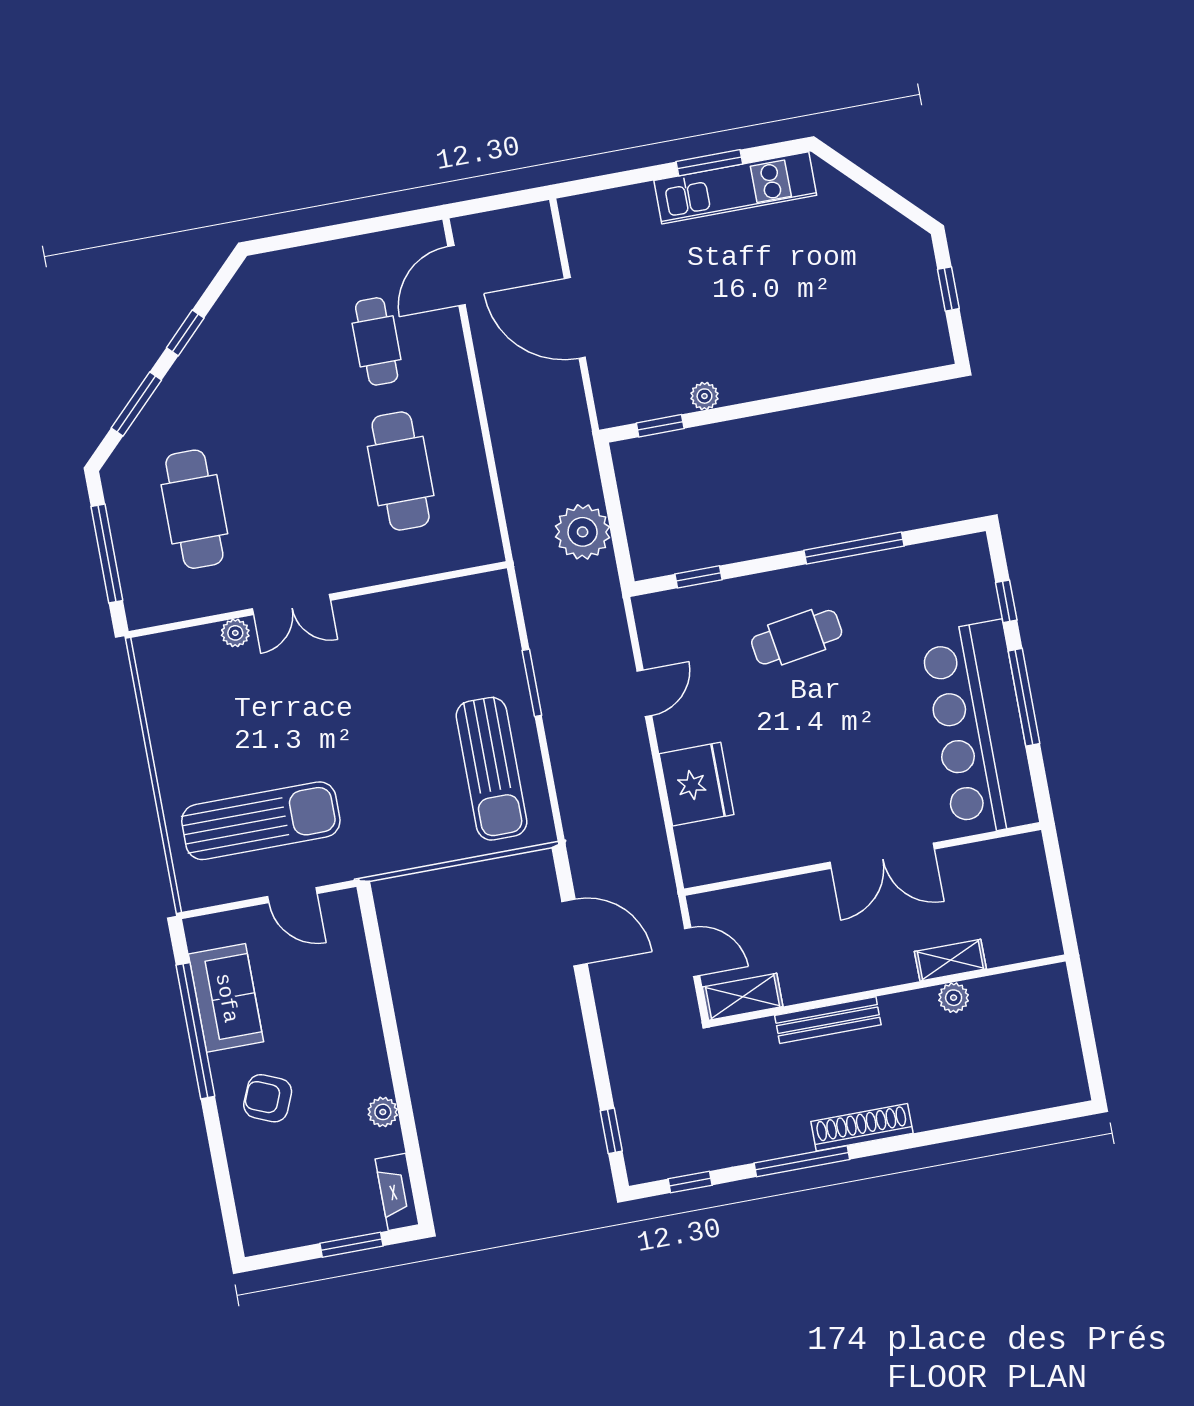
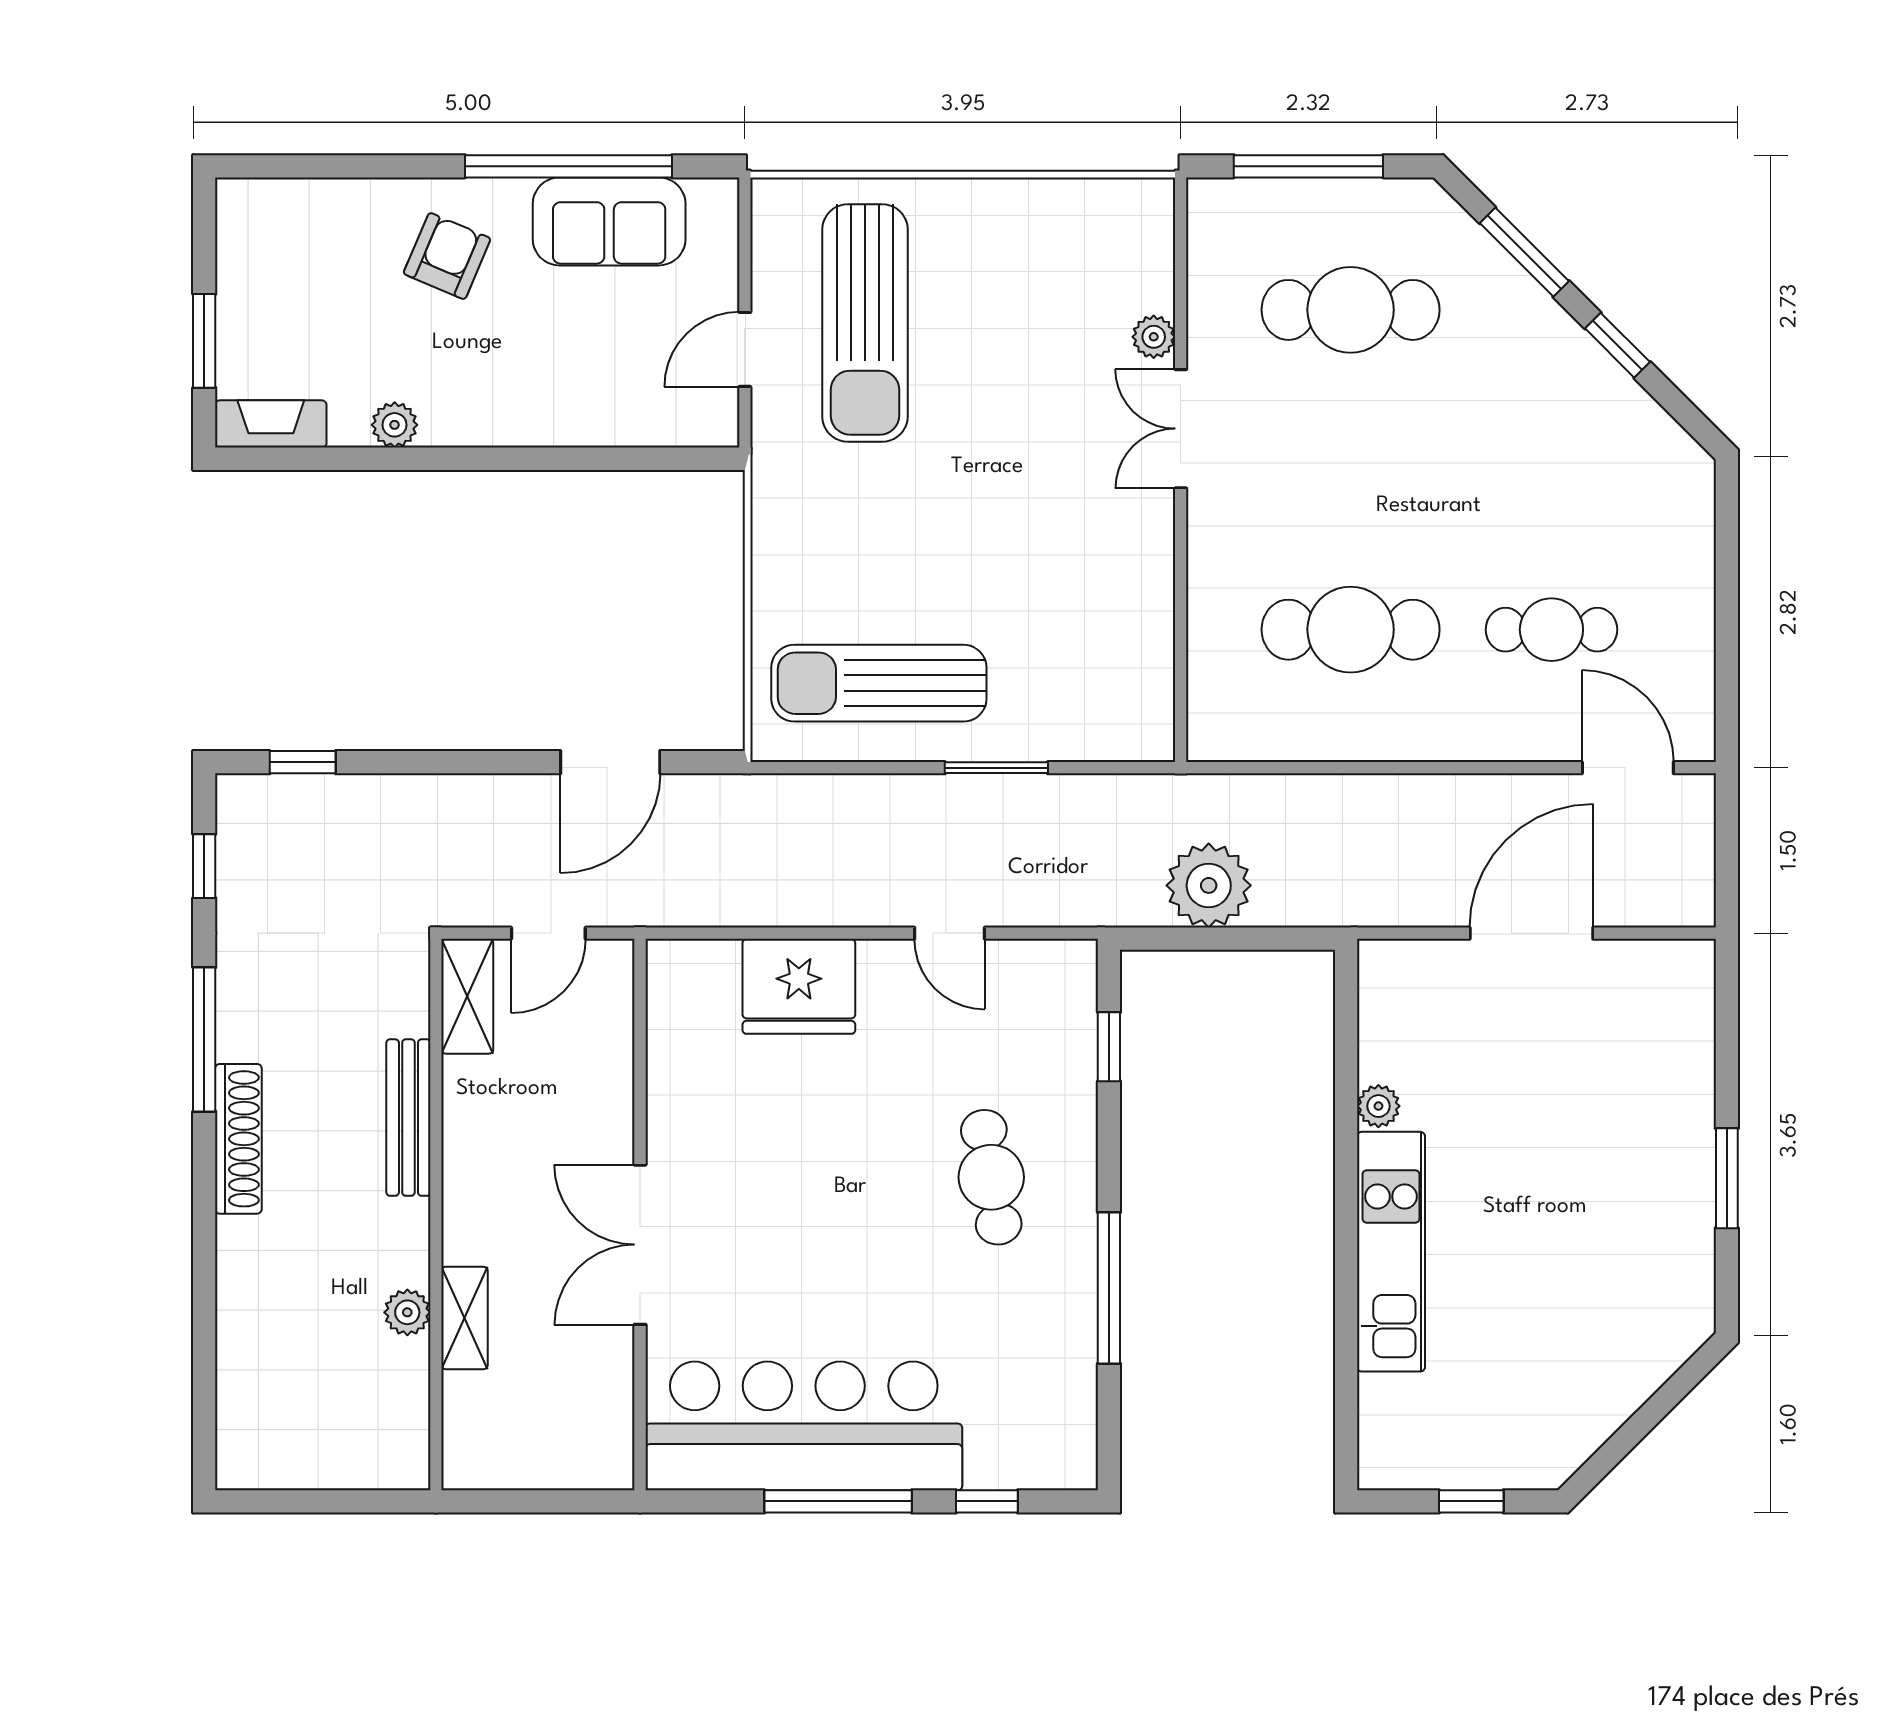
kitchen unit: (735, 188) -> (1391, 1252), moved, turned 180
window: (660, 426) -> (1346, 1031), removed

